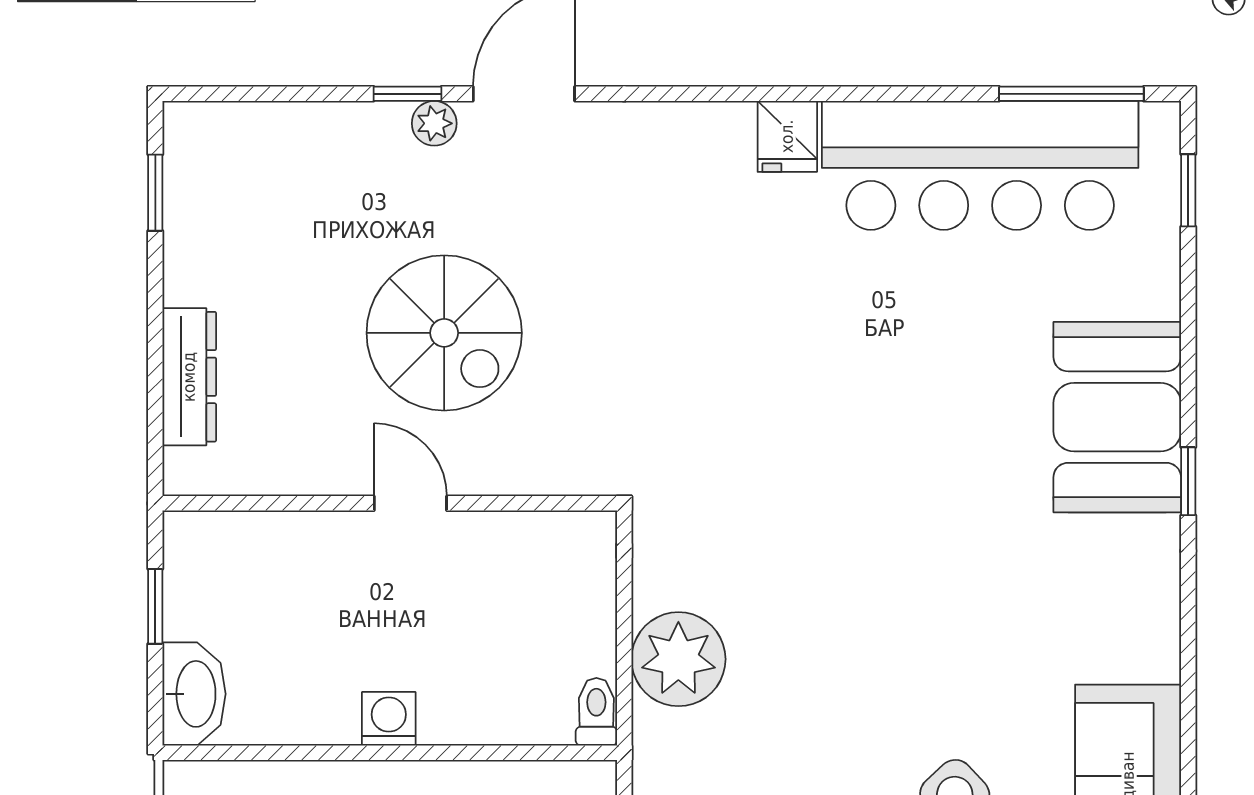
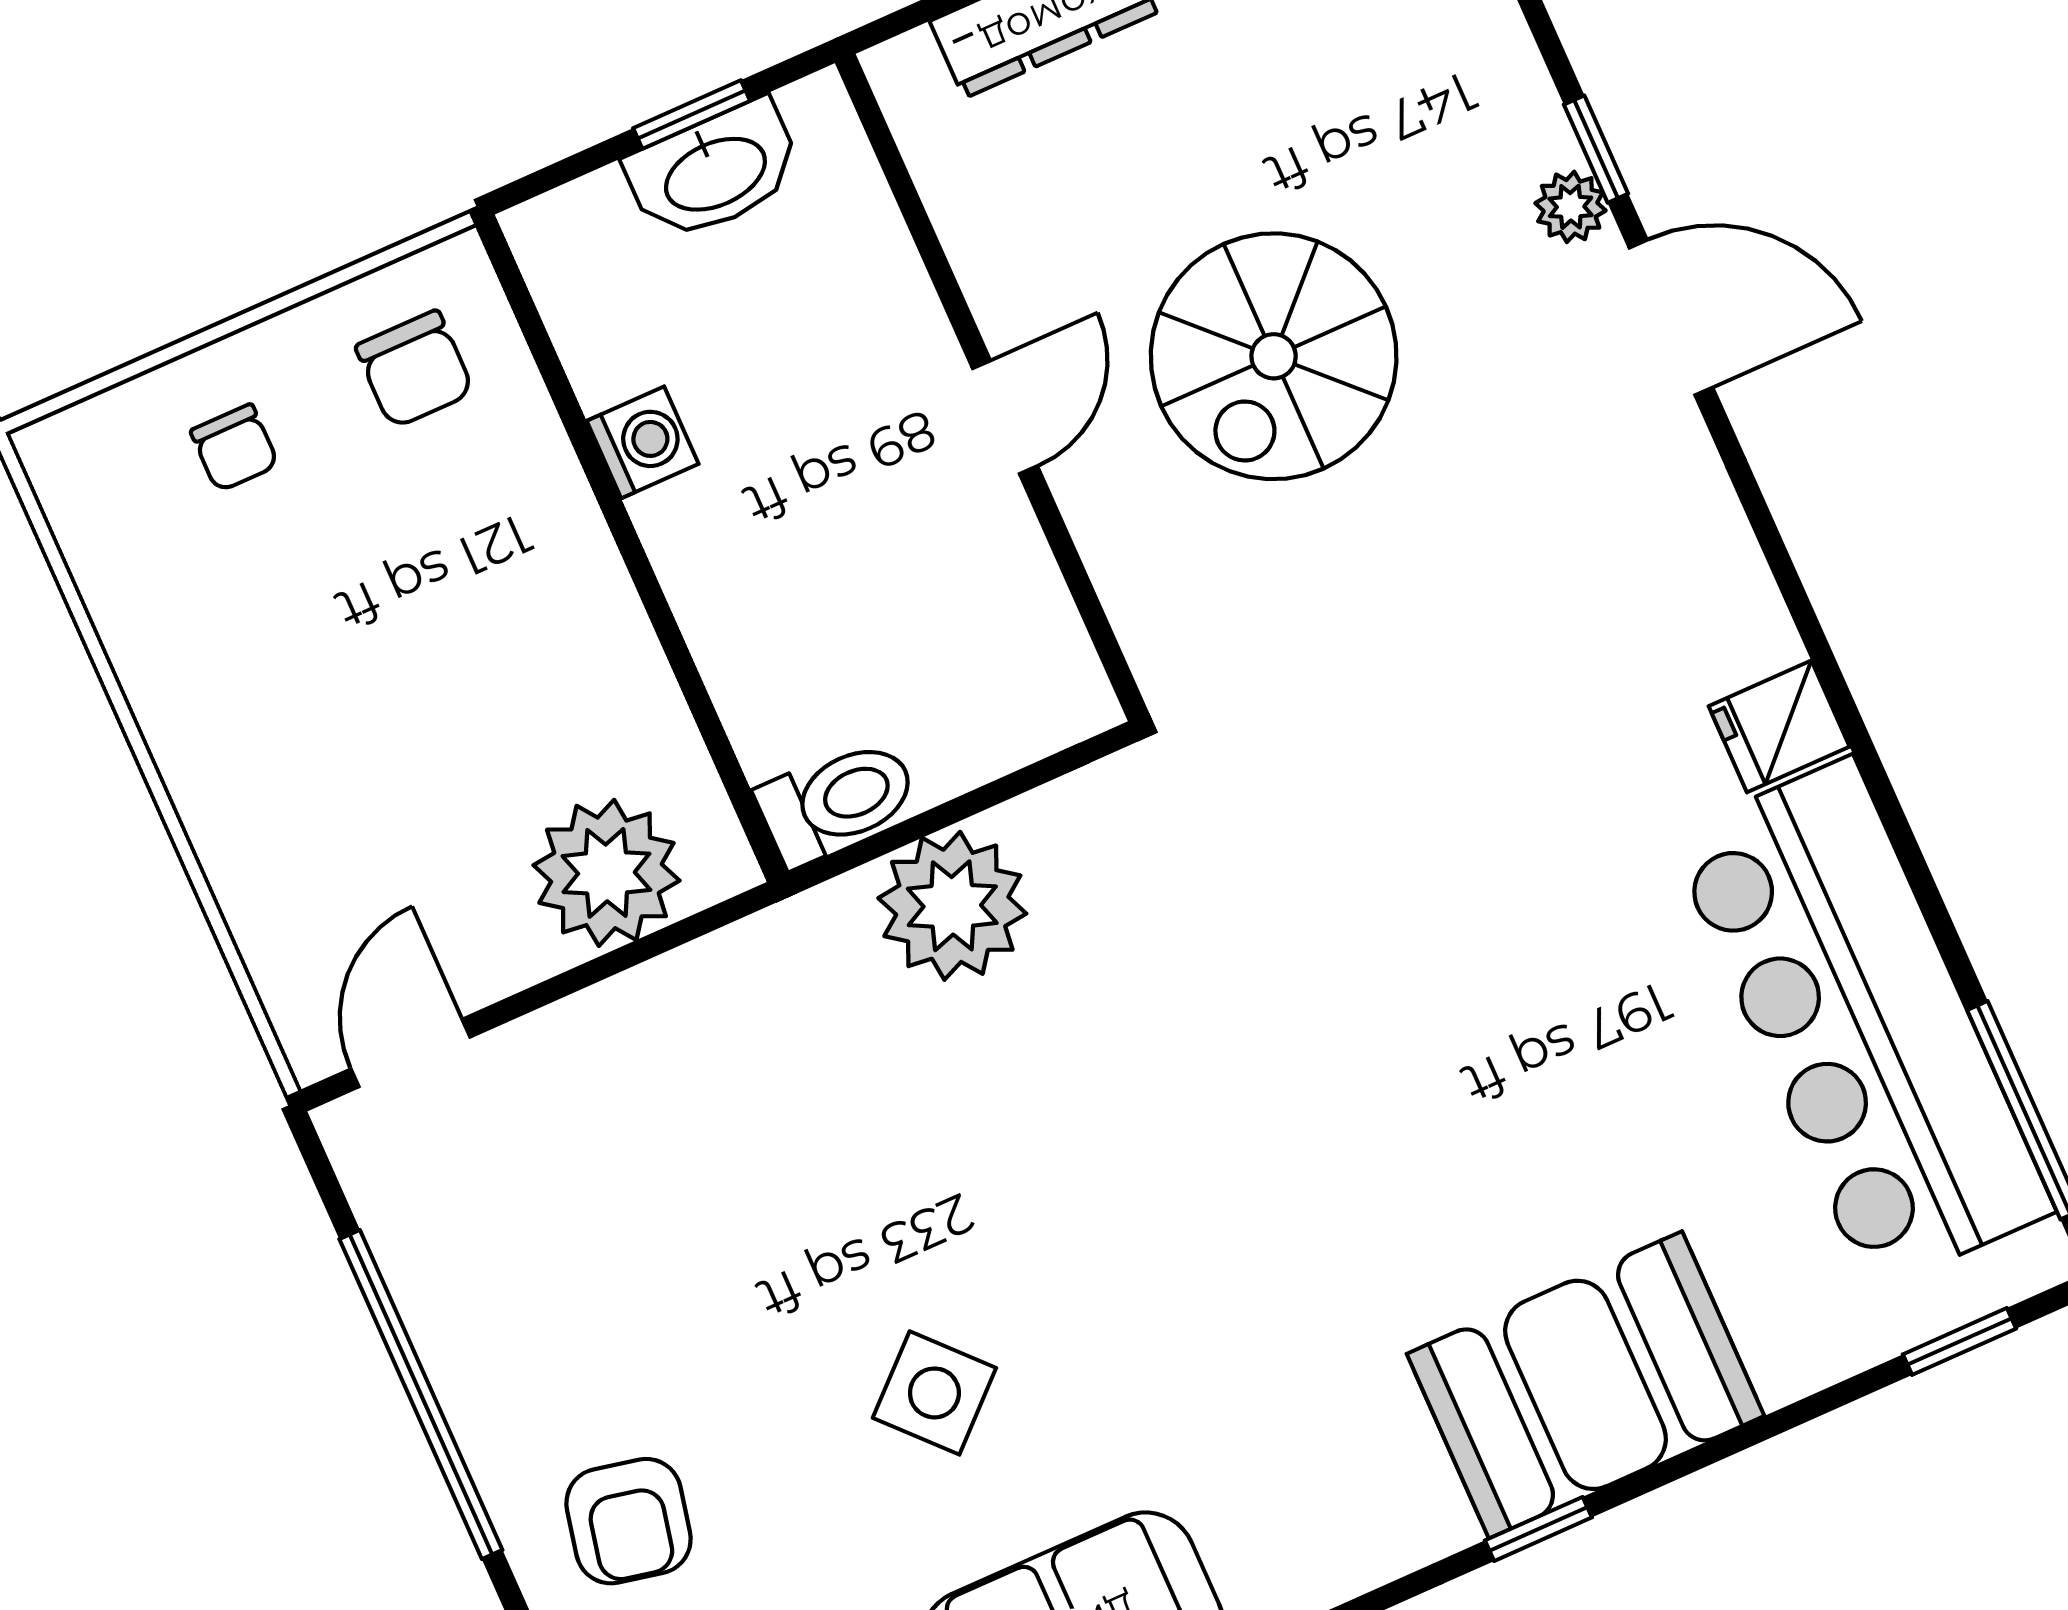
washbasin: (194, 694) -> (714, 172), moved
toilet: (596, 712) -> (837, 801), width x1.37, depth x1.39
washing machine: (389, 719) -> (643, 442), moved

